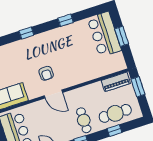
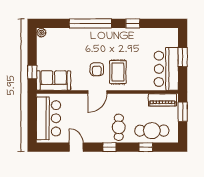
window: (26, 33) -> (90, 23), width x3.17
bar counter: (104, 34) -> (166, 69), moved
rug: (66, 70) -> (118, 72), added
door: (53, 94) -> (97, 92), hinge flipped

